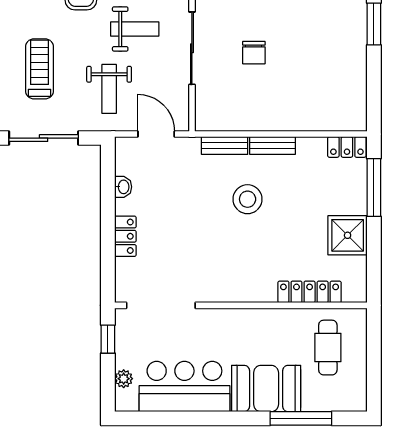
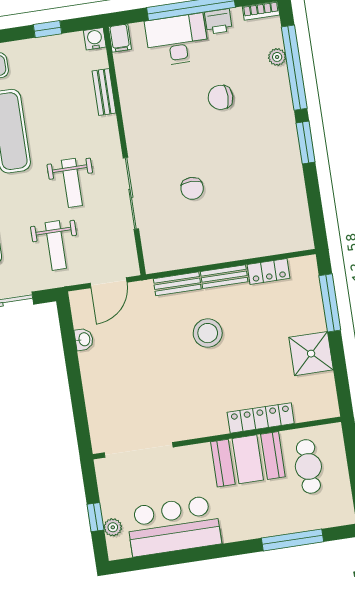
weight bench: (135, 29) -> (72, 183), turned 90
door: (156, 134) -> (109, 283), swing flipped
locker: (347, 147) -> (269, 271), moved
locker: (125, 236) -> (93, 387), removed
locker: (310, 292) -> (261, 418), moved
window: (108, 339) -> (95, 517), moved
booth: (266, 389) -> (248, 459), moved

